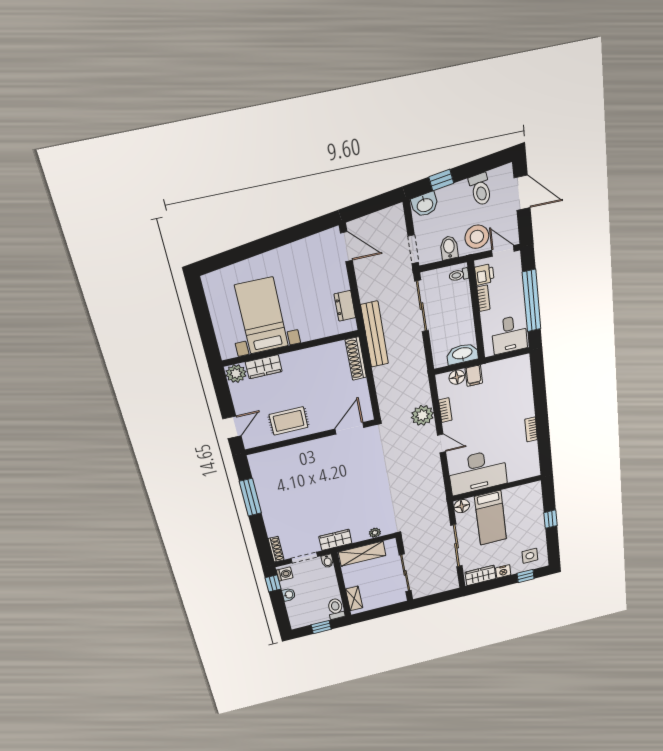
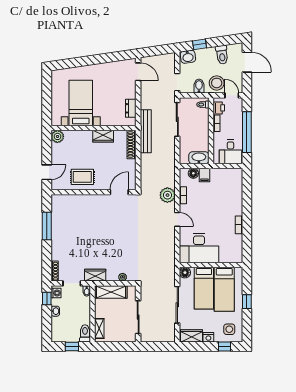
wardrobe: (264, 367) -> (103, 136), moved
bed: (518, 512) -> (224, 289), added

